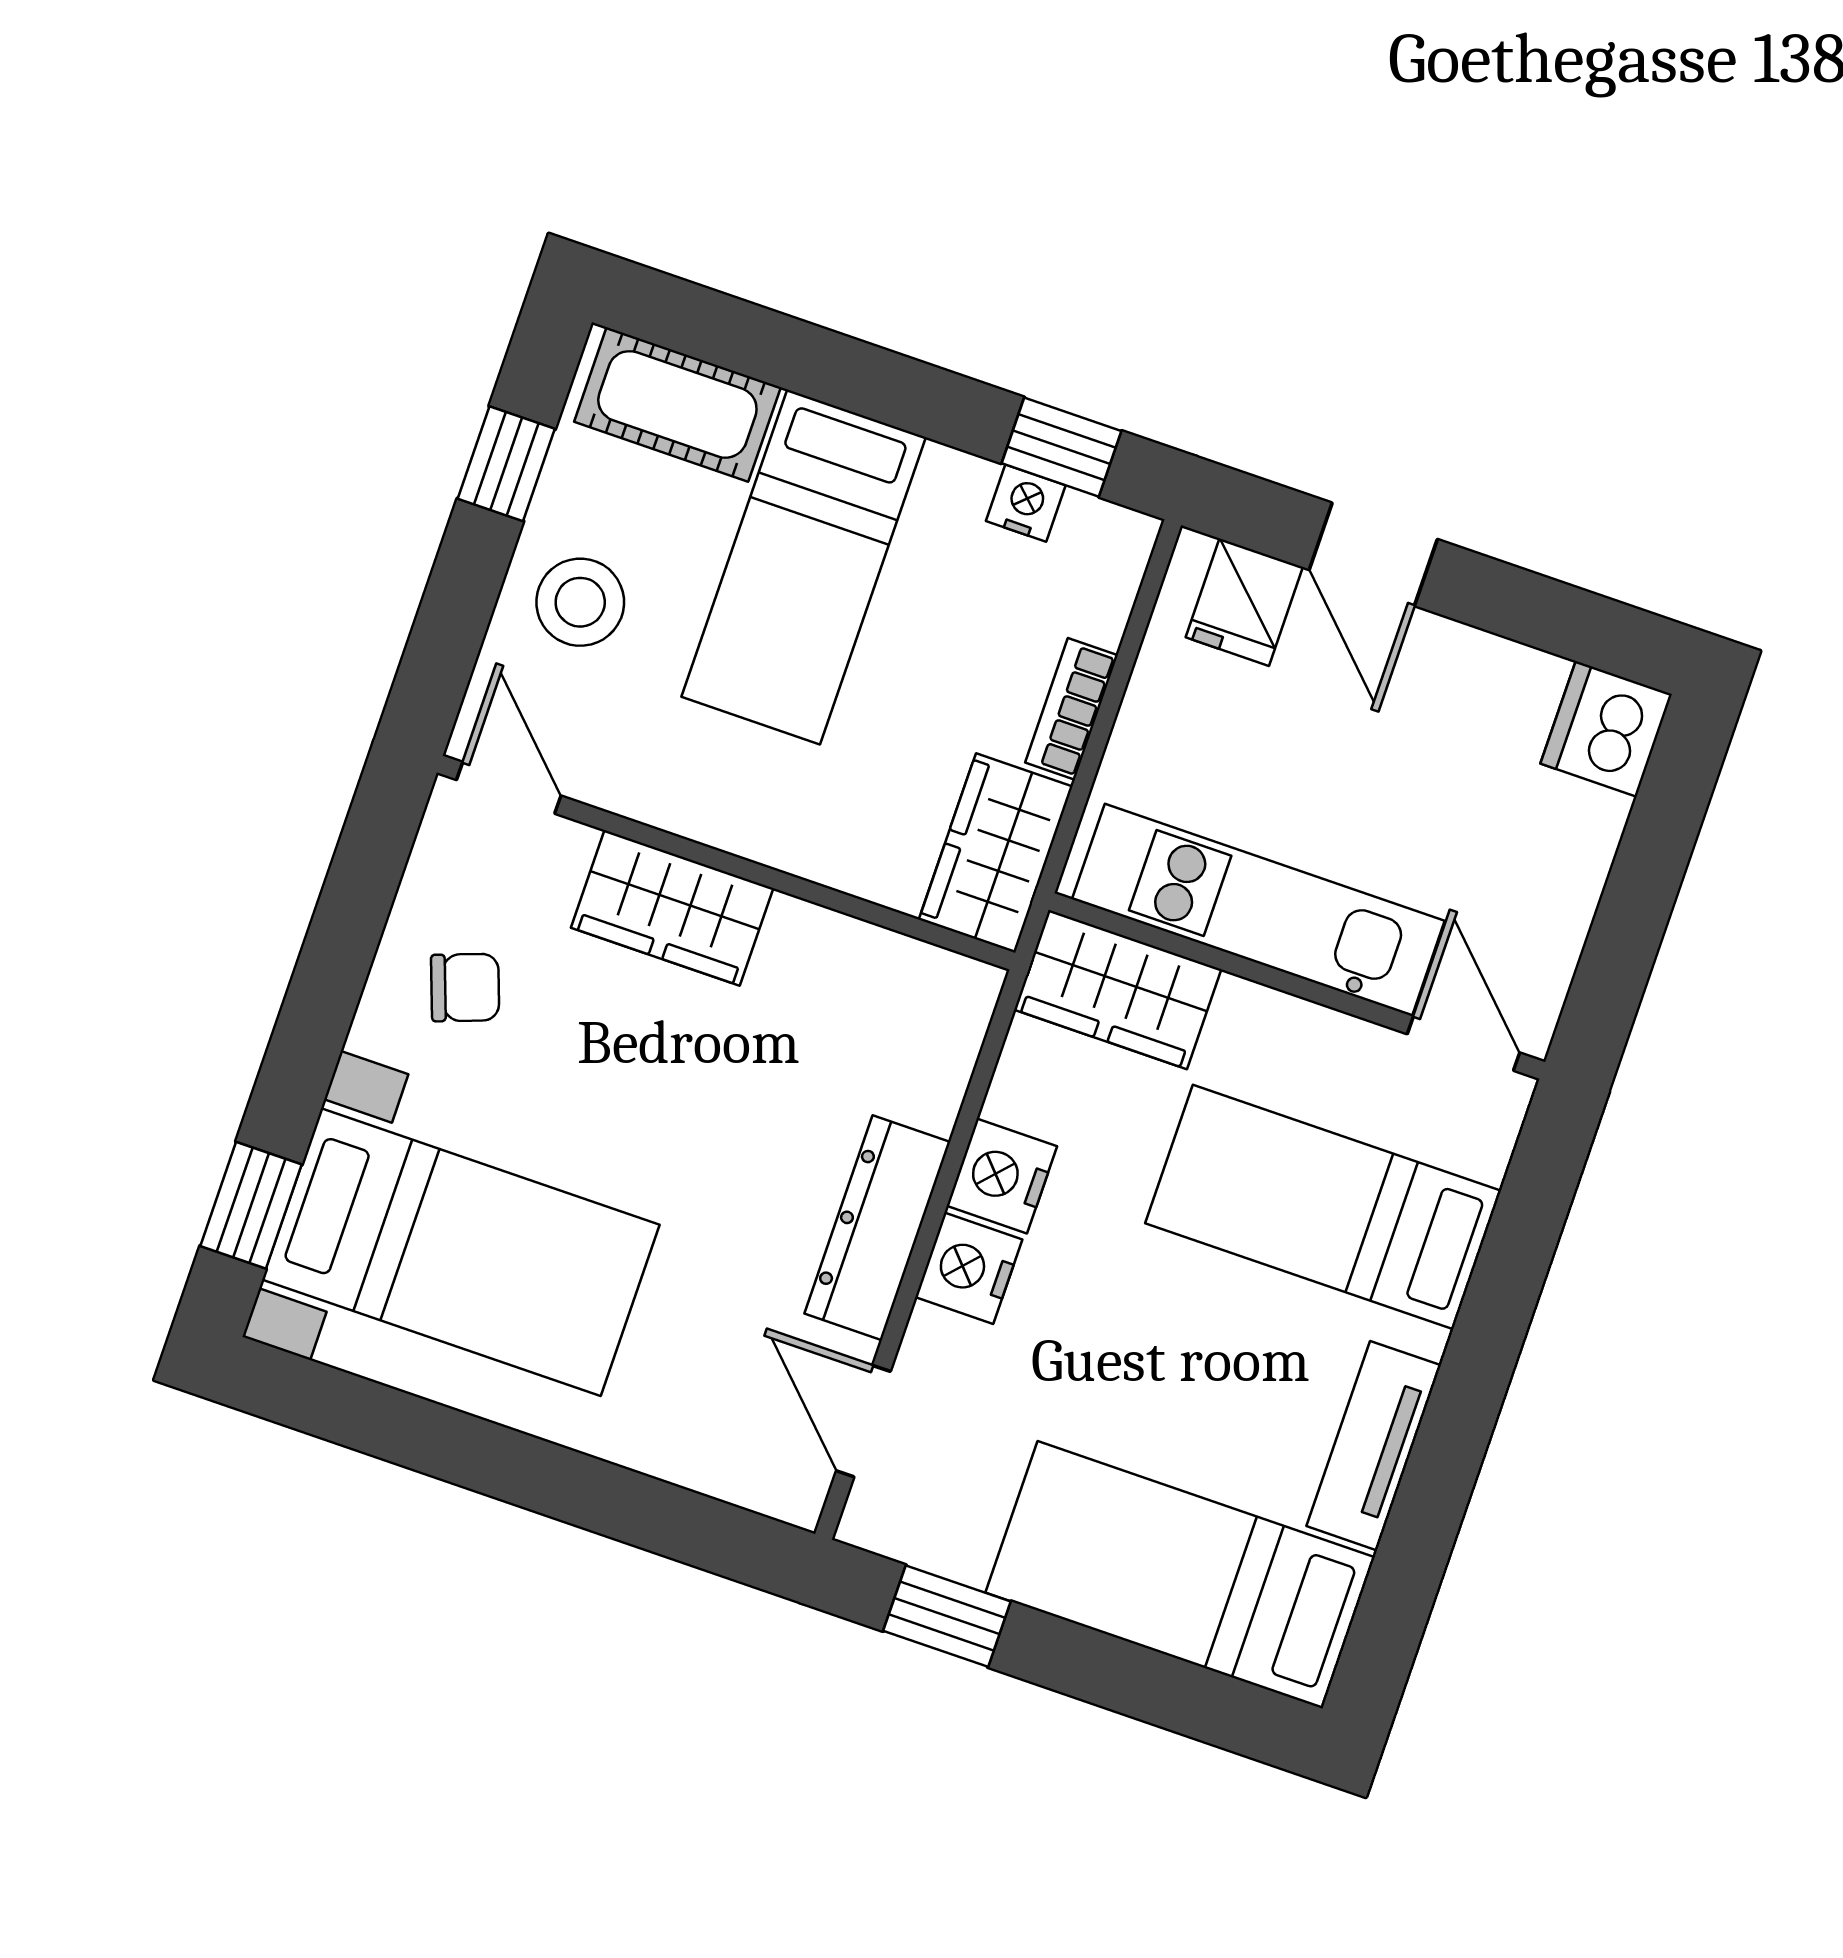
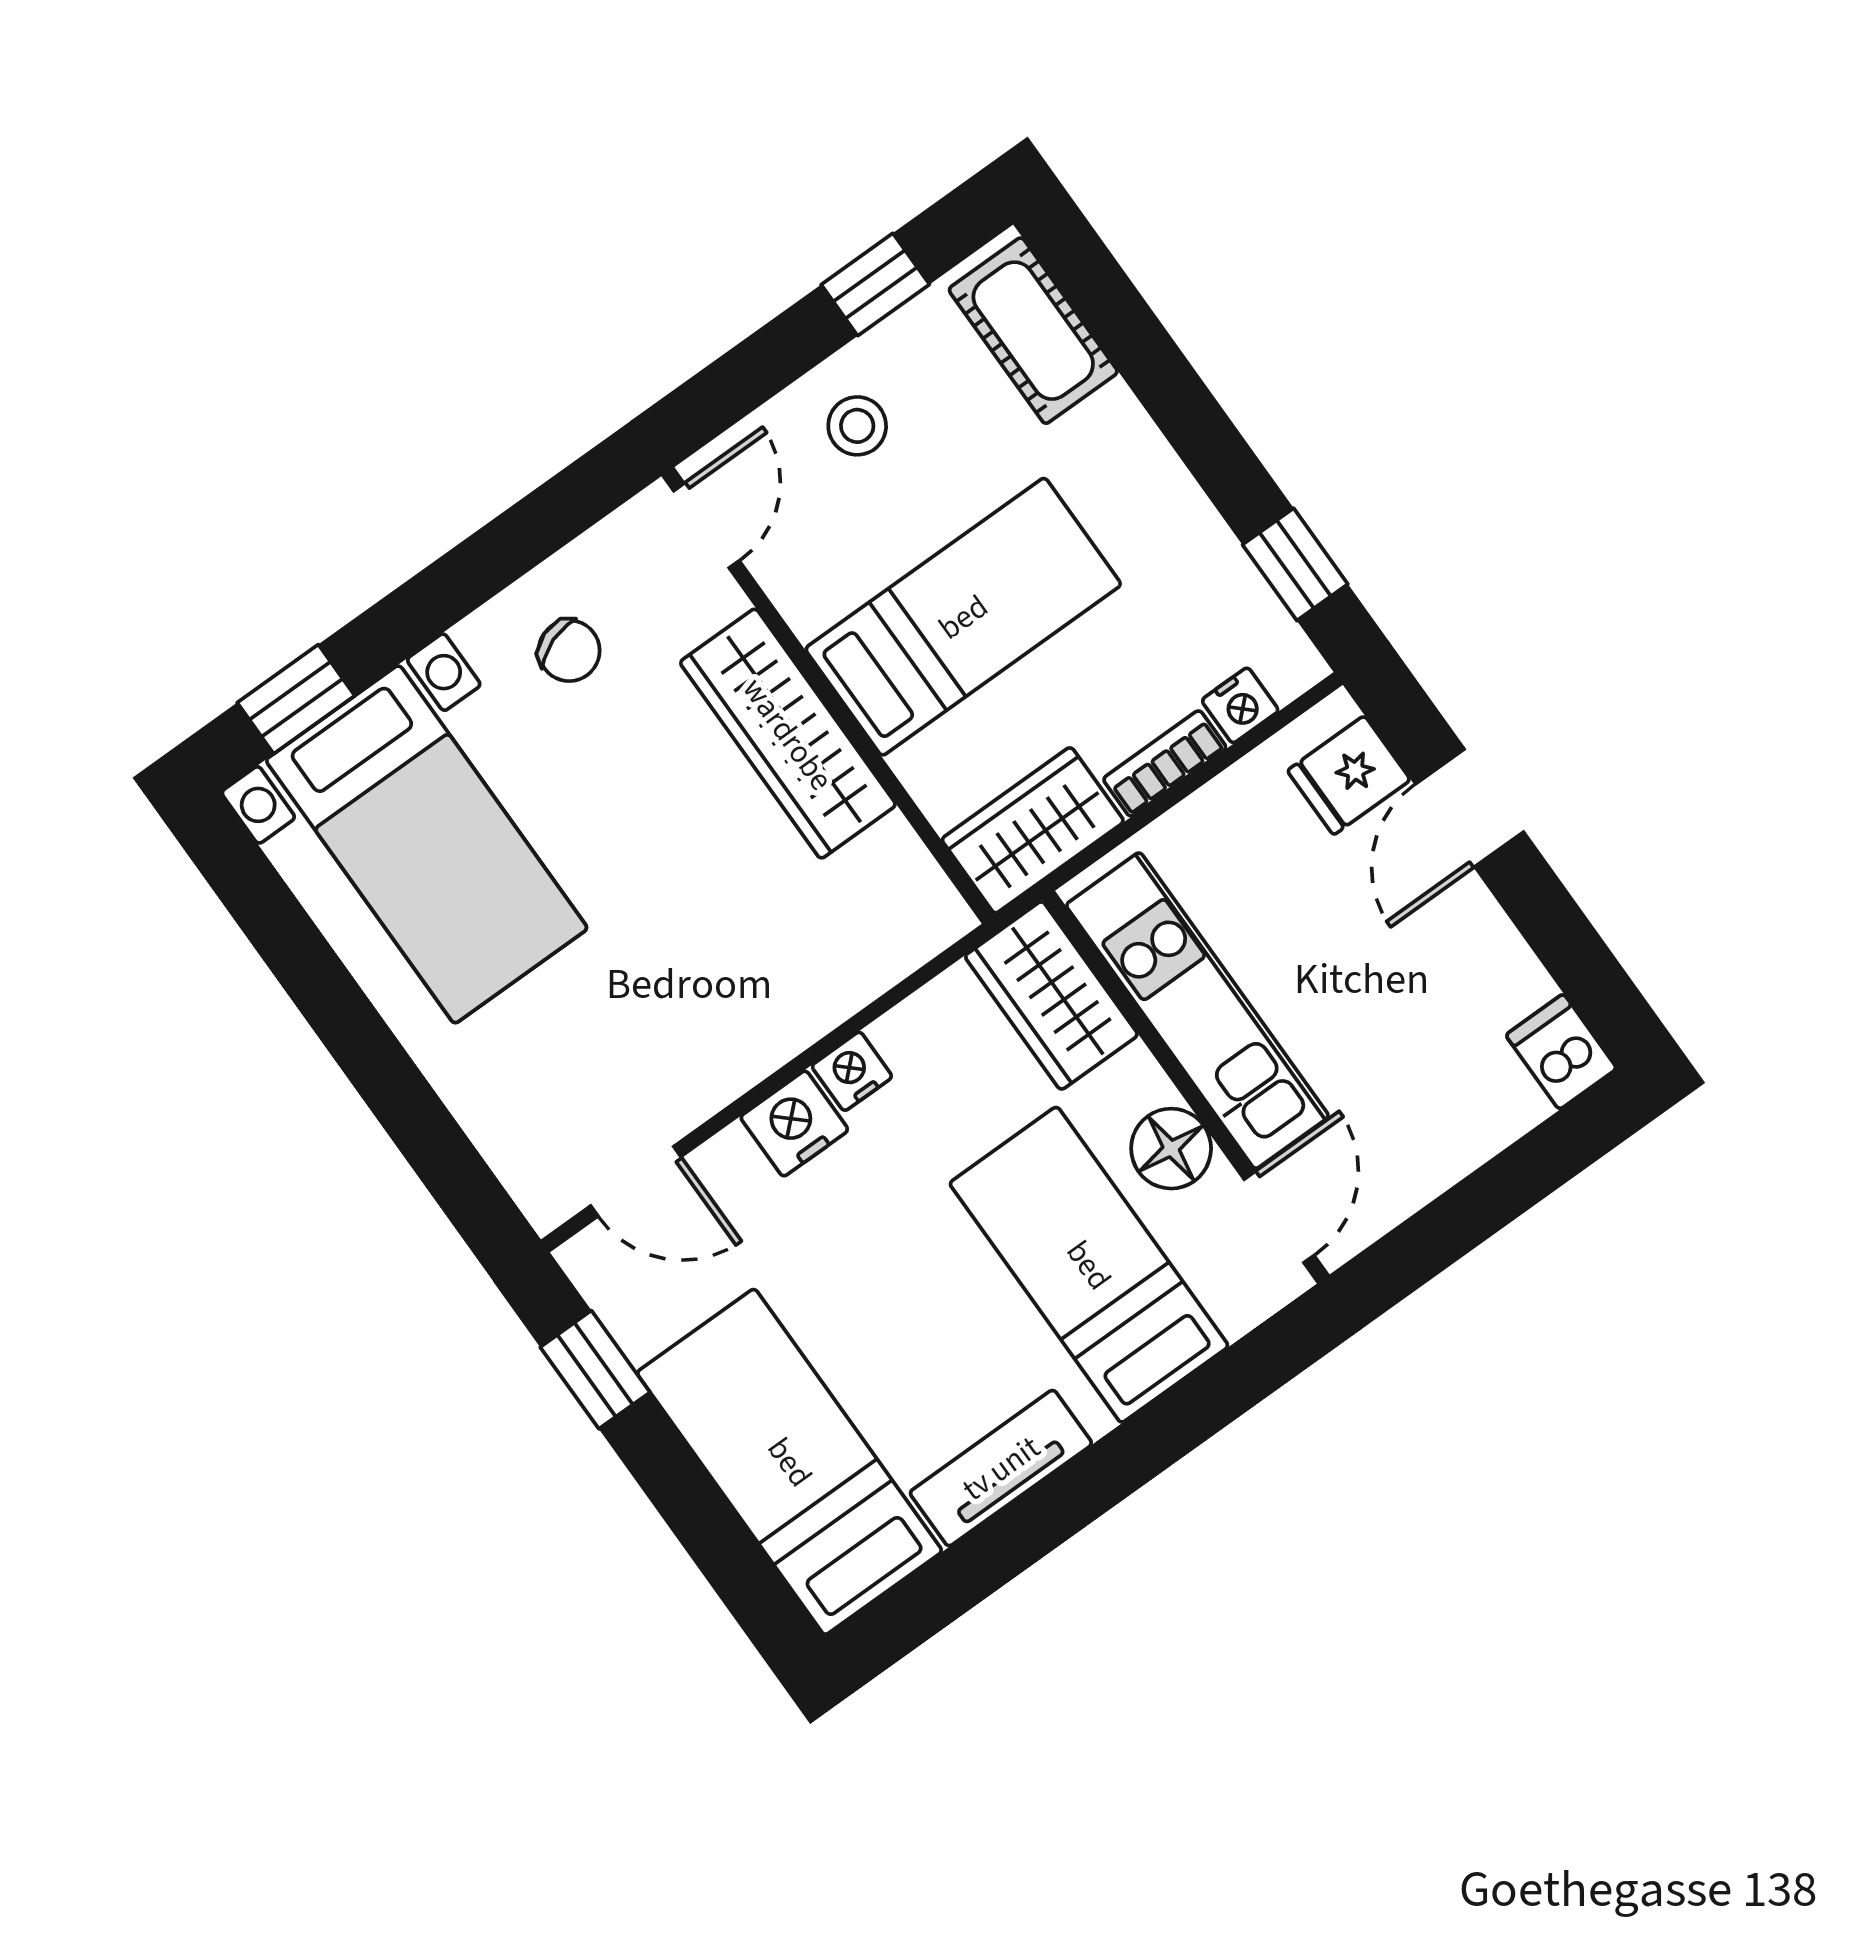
nightstand: (1026, 503) -> (1240, 705), moved, turned 90
bed: (804, 567) -> (963, 617), moved, turned 180
stool: (580, 602) -> (857, 426), width x0.73, depth x0.73
dishwasher: (1606, 729) -> (1561, 1052), width x0.73
wardrobe: (672, 908) -> (788, 734), width x1.50
floor lamp: (1323, 1050) -> (1171, 1149), added
nightstand: (1002, 1176) -> (852, 1071), width x0.72, depth x0.74
dresser: (877, 1228) -> (748, 1045), removed
door: (863, 1421) -> (636, 1181), swing flipped

